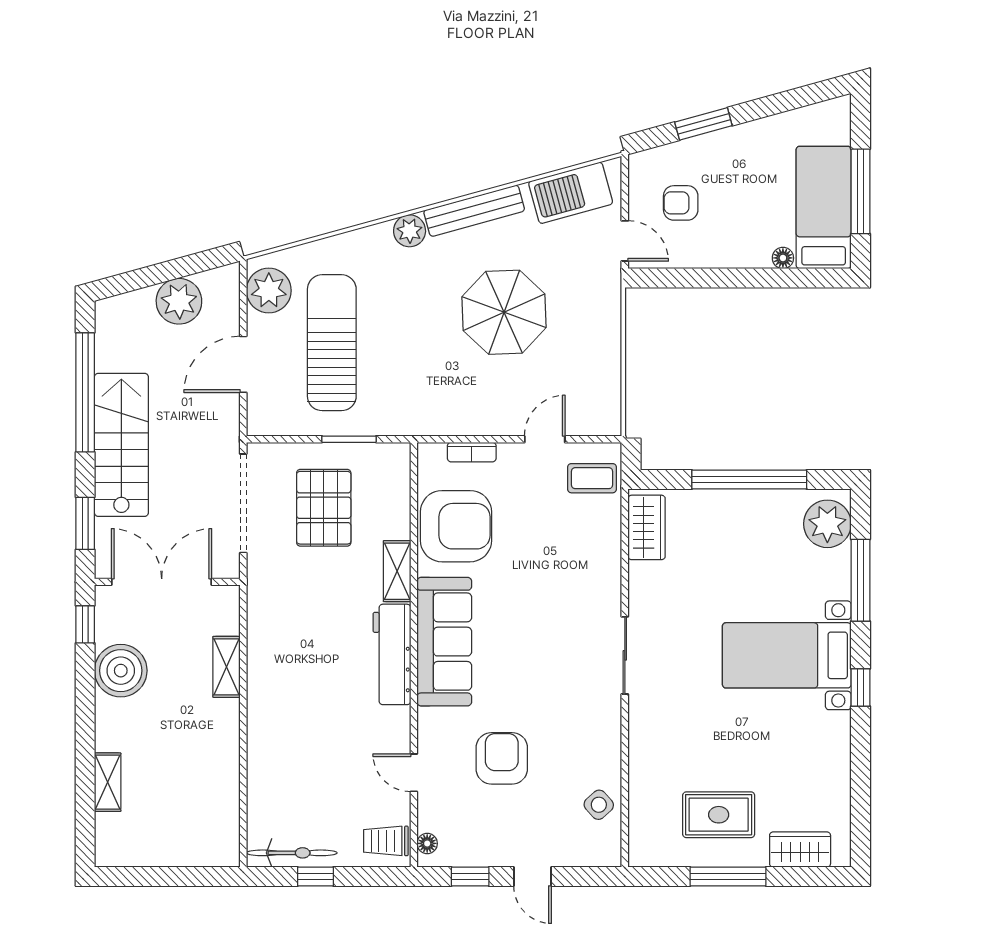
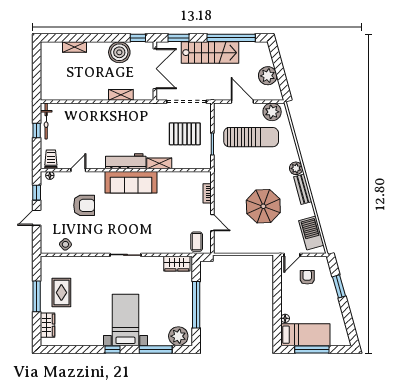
bench: (474, 211) -> (303, 189), width x0.73
armchair: (456, 526) -> (177, 187), removed

